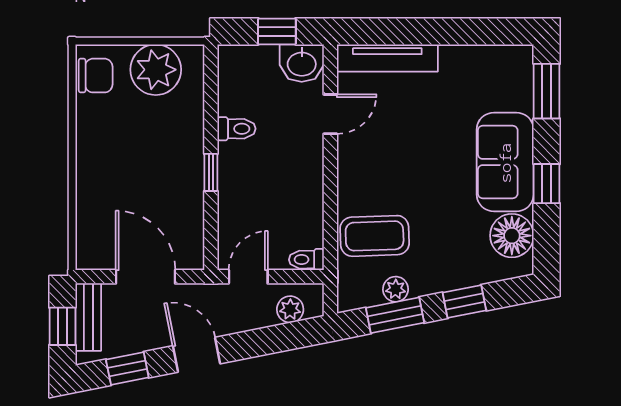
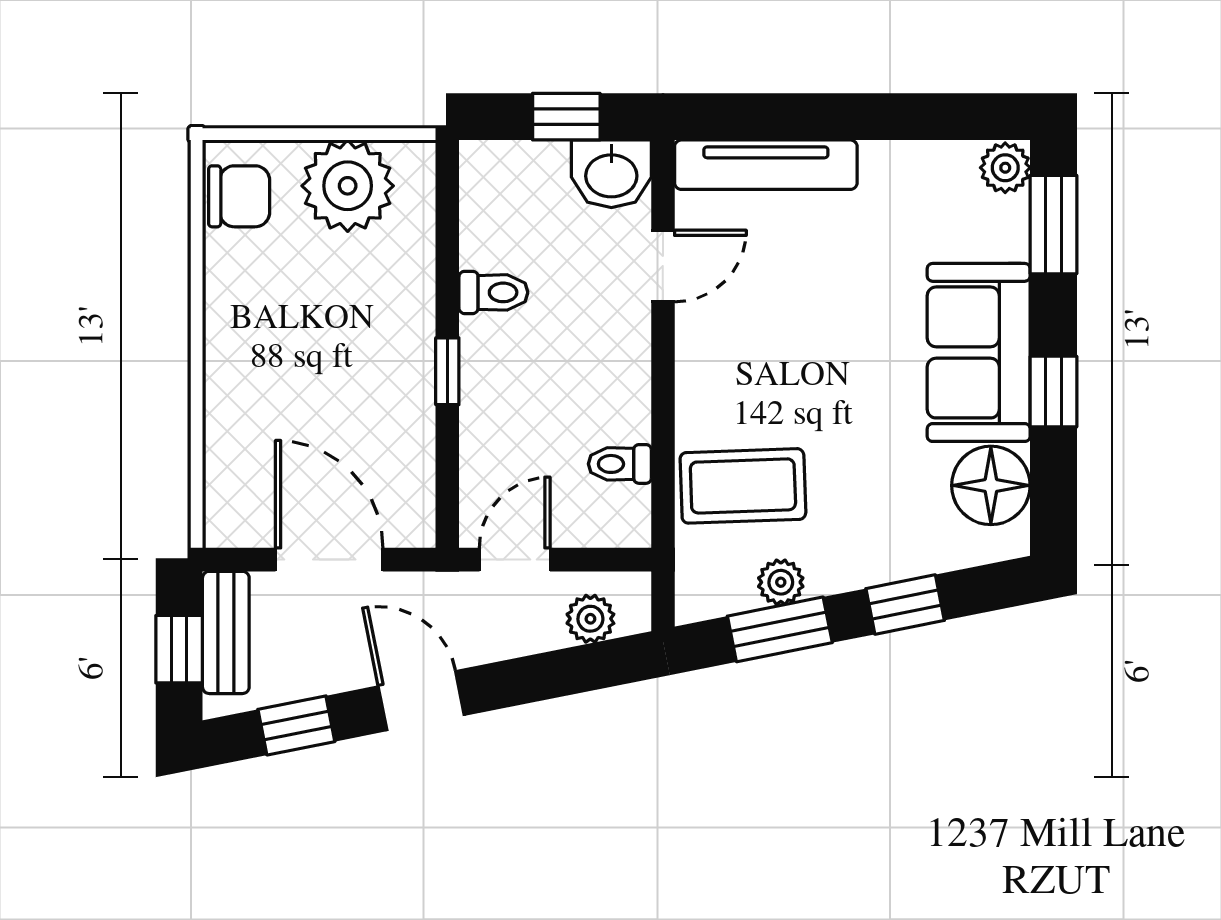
plant: (520, 60) -> (1005, 168), added
toilet: (306, 260) -> (620, 464), moved

